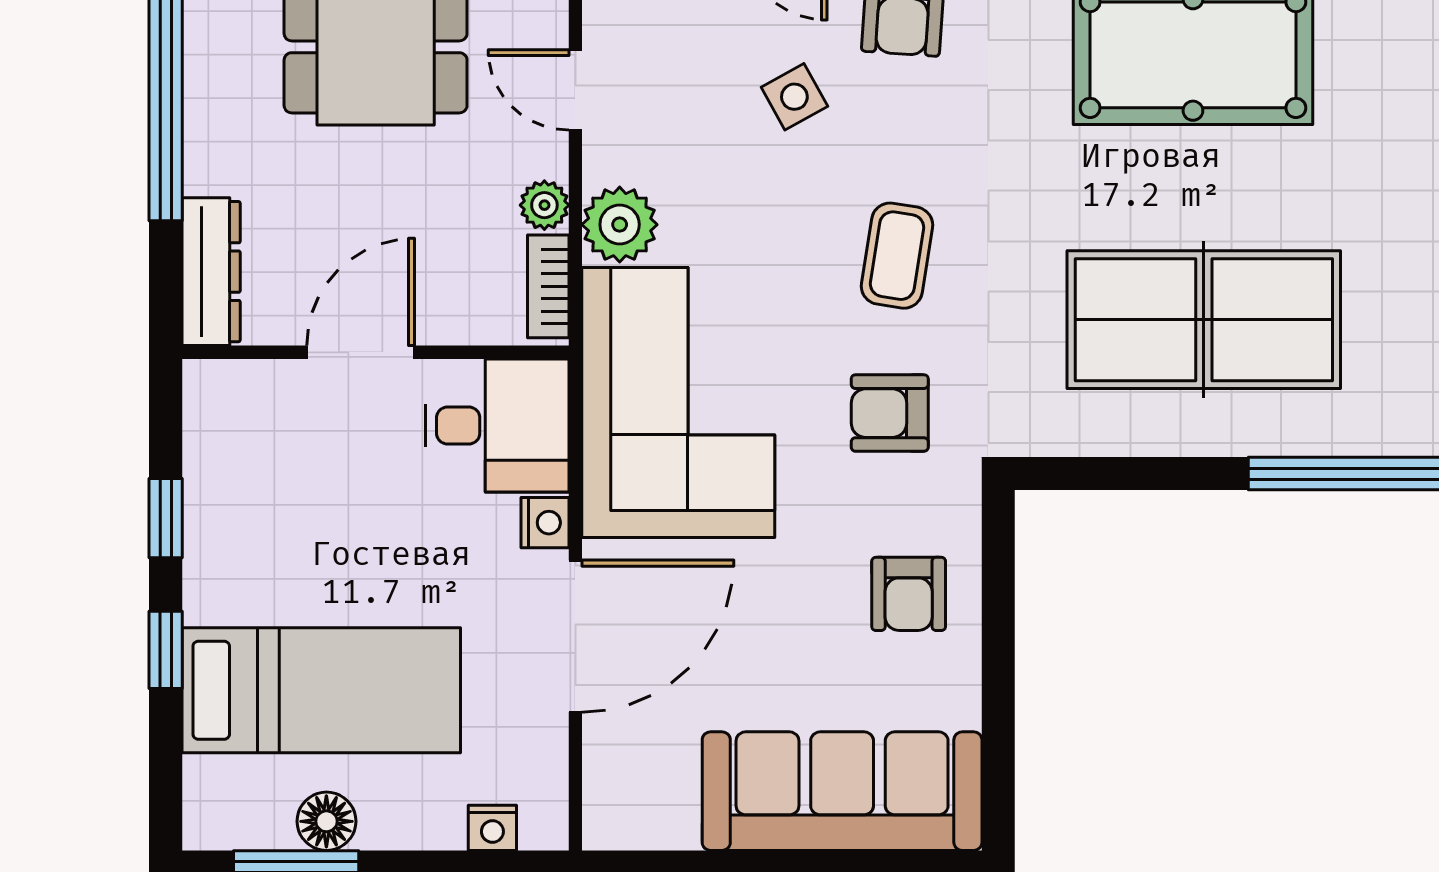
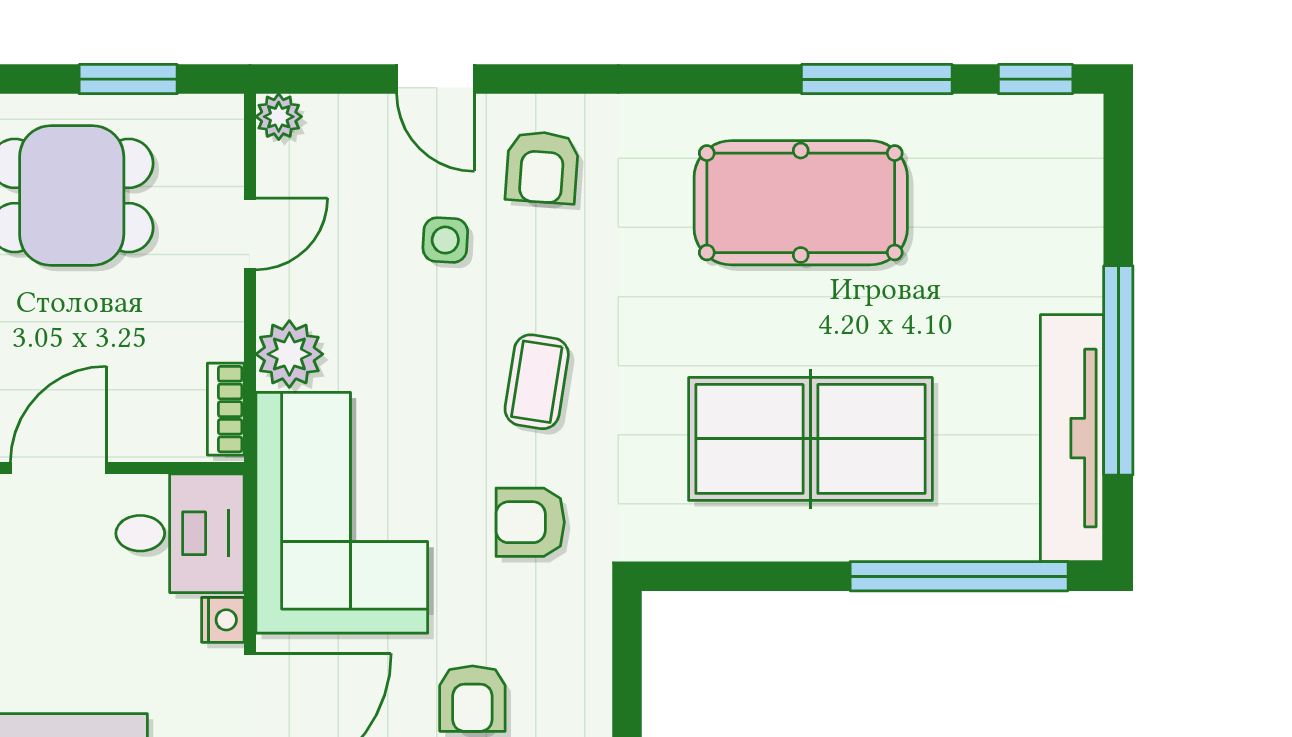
door: (575, 90) -> (250, 234), swing flipped
side table: (794, 97) -> (445, 240), turned 32
plant: (544, 205) -> (222, 337), removed
armchair: (909, 594) -> (472, 699), moved

